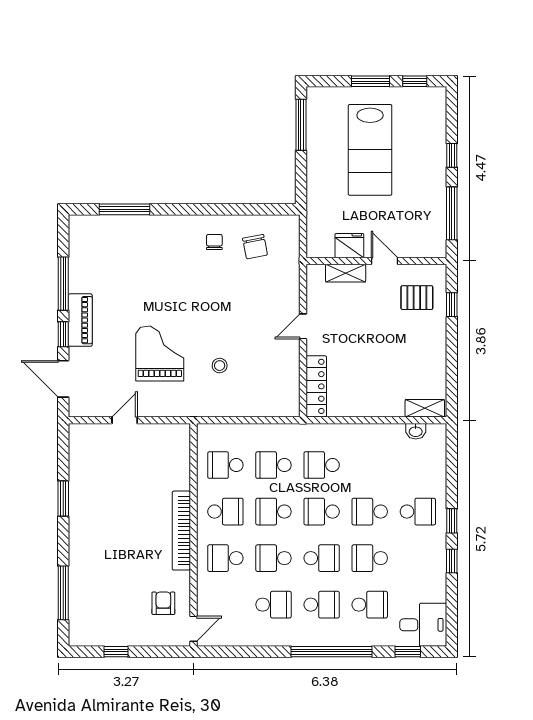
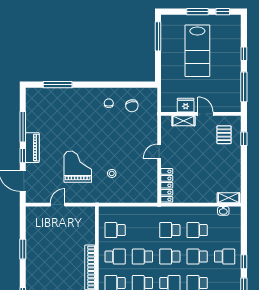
pallet: (417, 298) -> (224, 135), turned 90
school desk: (274, 465) -> (197, 230), moved

